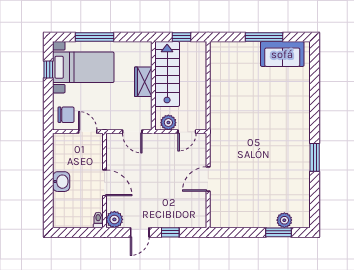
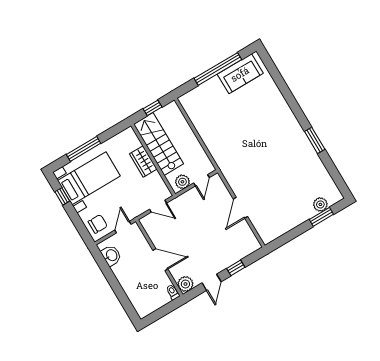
window: (264, 37) -> (218, 69), width x1.46
door: (88, 132) -> (123, 227), hinge flipped
washbasin: (61, 182) -> (111, 255), moved

